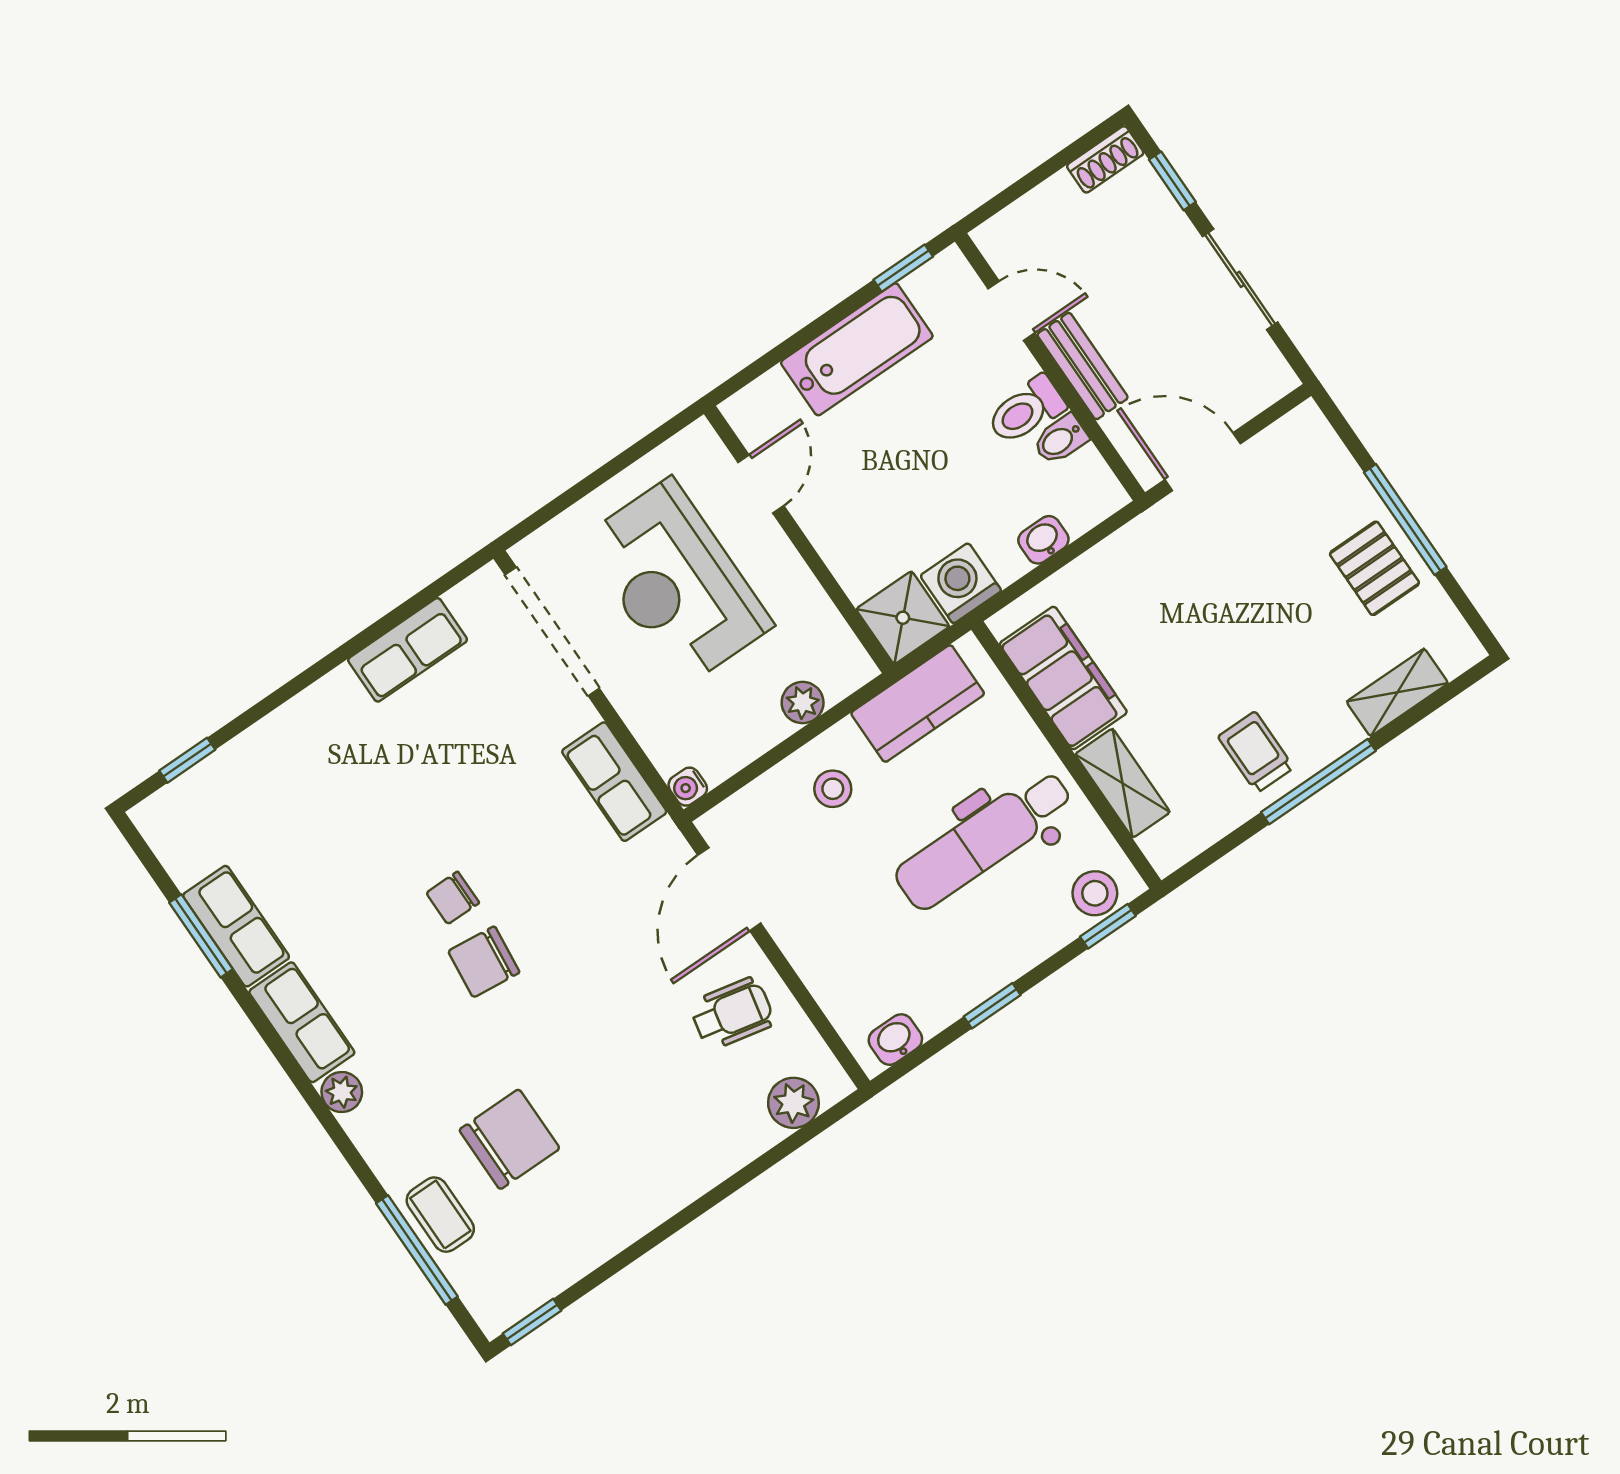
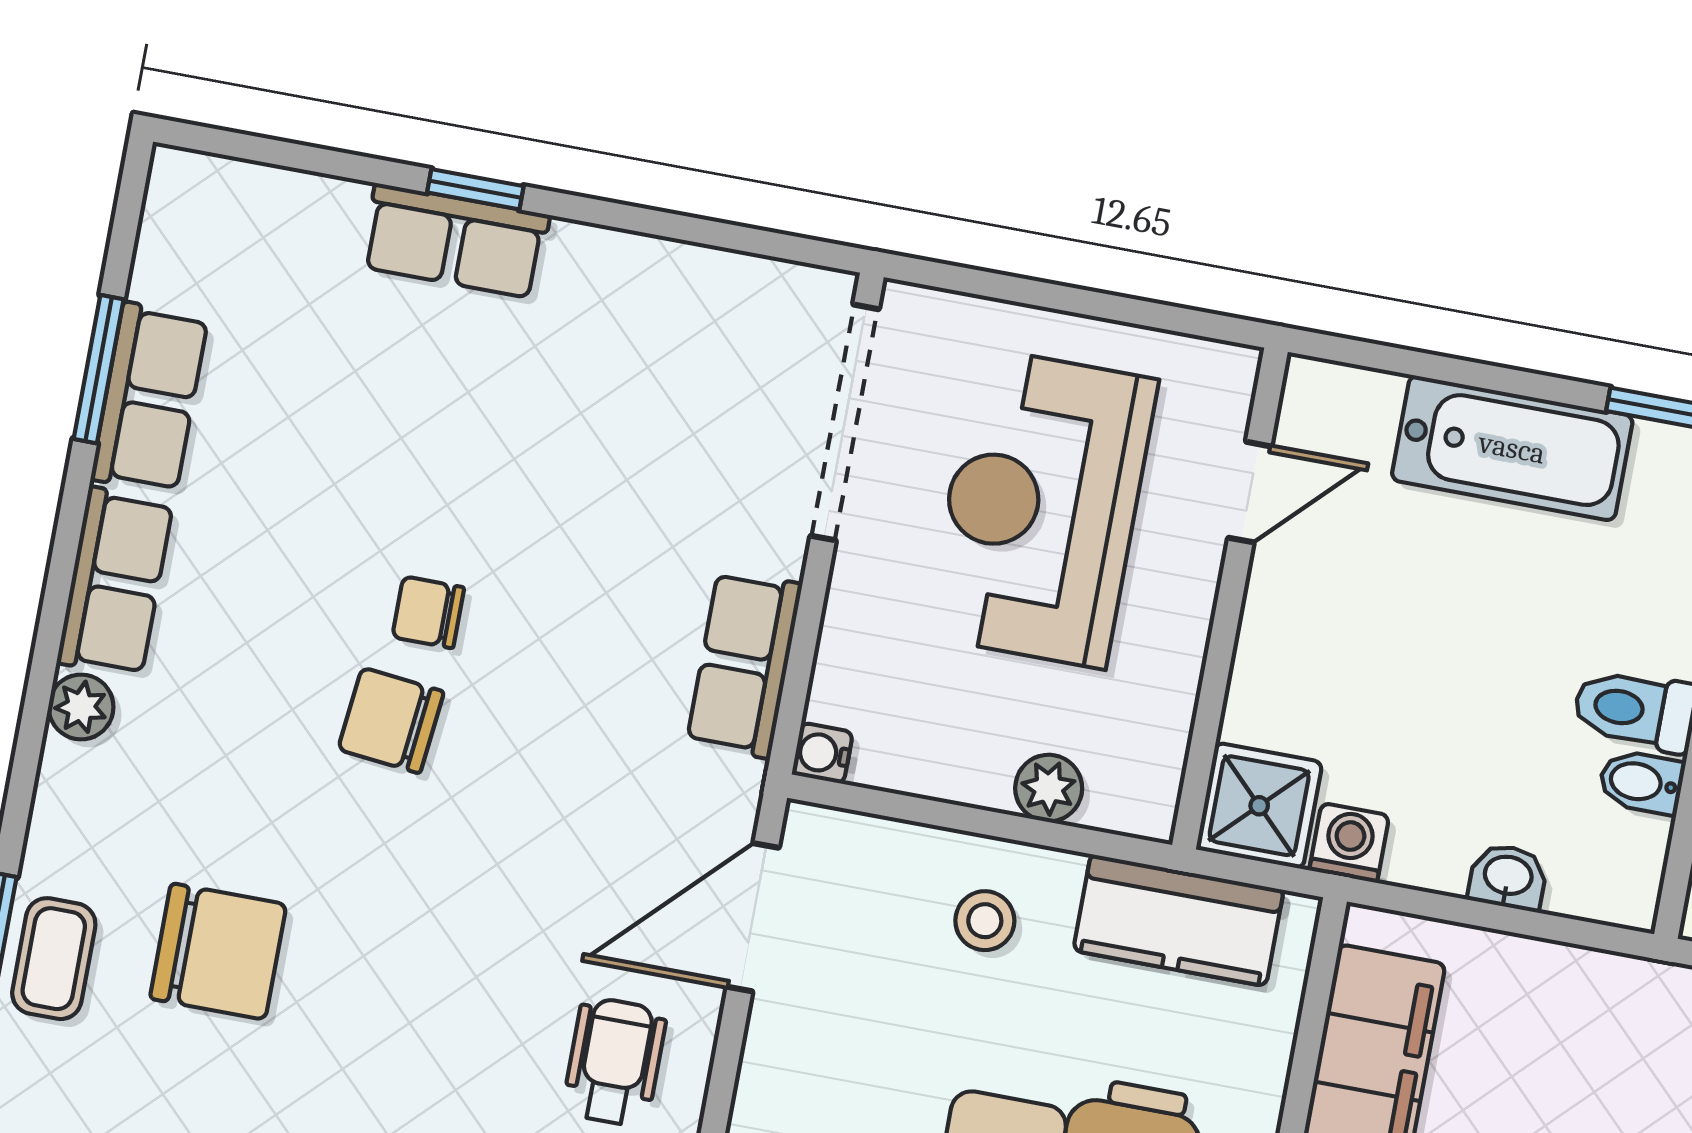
washing machine: (961, 583) -> (1349, 843), width x0.73, depth x0.73
row of seats: (408, 650) -> (455, 241), moved
window: (187, 760) -> (475, 189), moved
wheelchair: (732, 1013) -> (615, 1062), turned -102

